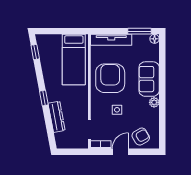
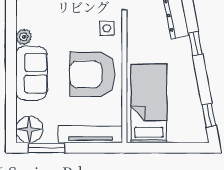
floor lamp: (155, 39) -> (29, 130), width x1.89, depth x1.89
armchair: (110, 78) -> (92, 74), turned 90
side table: (117, 110) -> (107, 28), moved

